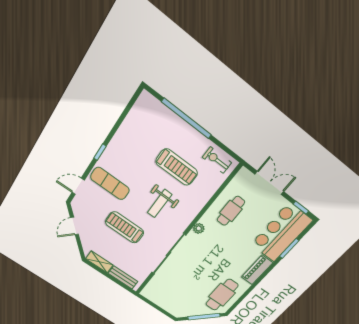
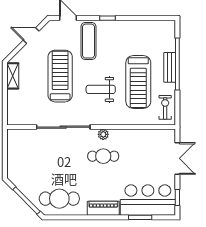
treadmill: (177, 167) -> (138, 82), width x1.37, depth x1.38
cafe table: (231, 211) -> (103, 156), moved
treadmill: (125, 227) -> (60, 76), width x1.37, depth x1.38
bench: (123, 277) -> (170, 67), moved

